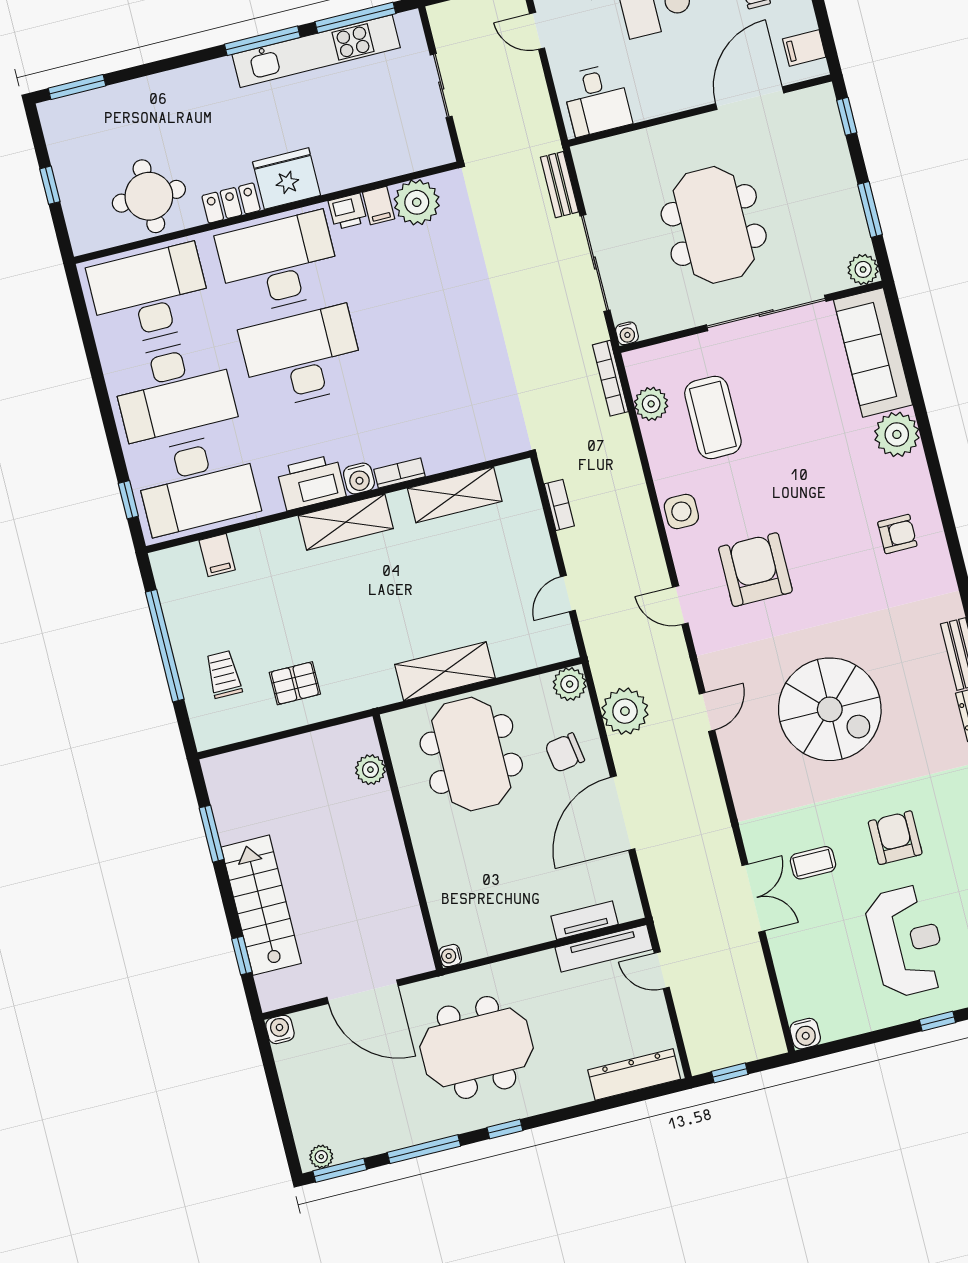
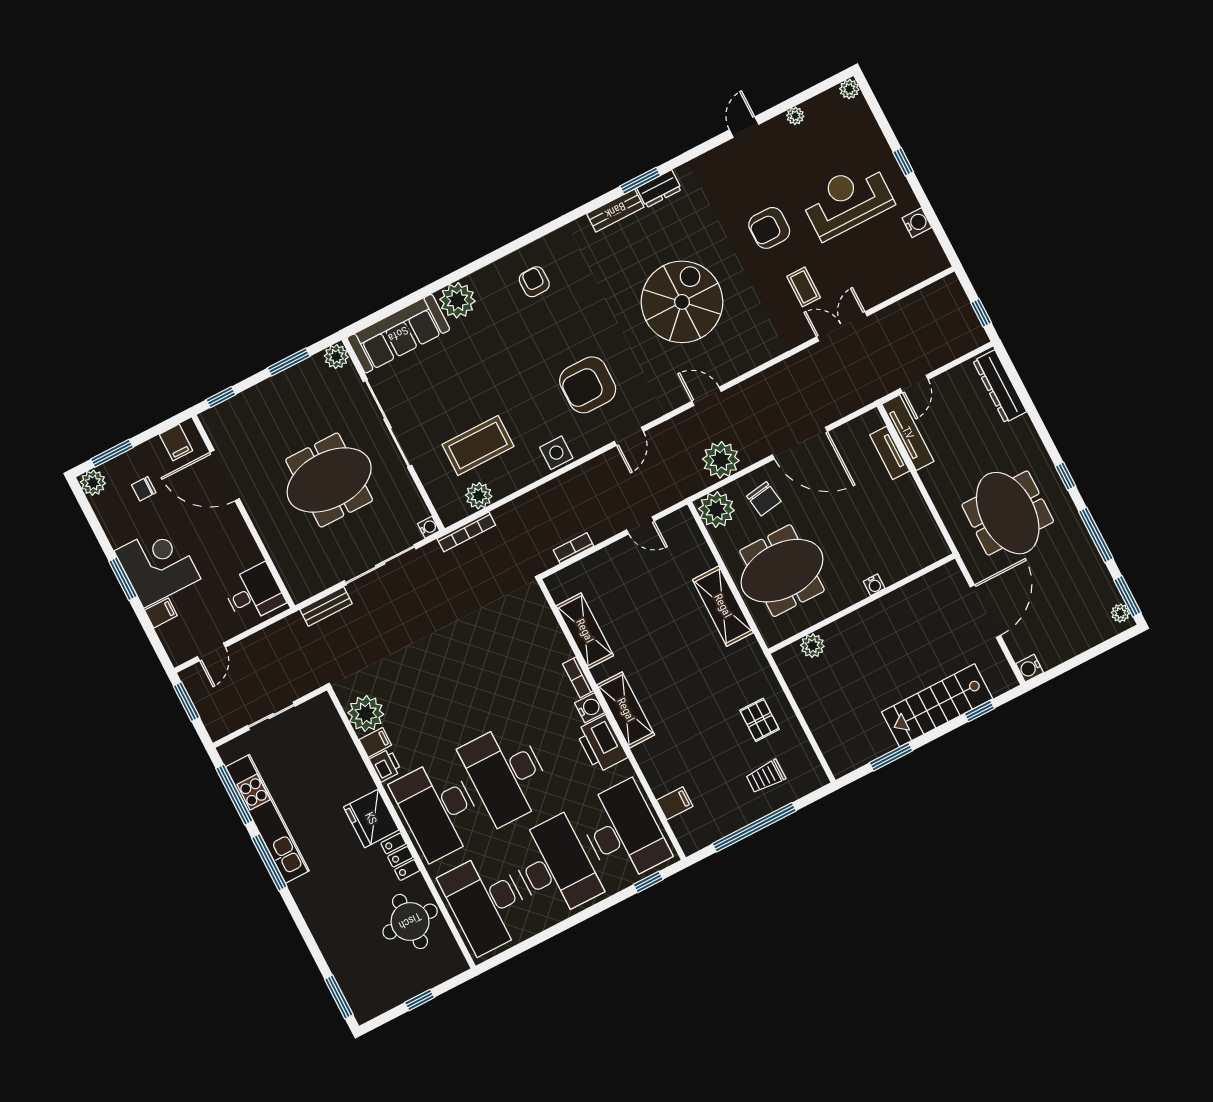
plant: (570, 684) -> (716, 510), width x1.36, depth x1.36
water cooler: (450, 956) -> (874, 585), moved
water cooler: (805, 1034) -> (917, 223), moved

